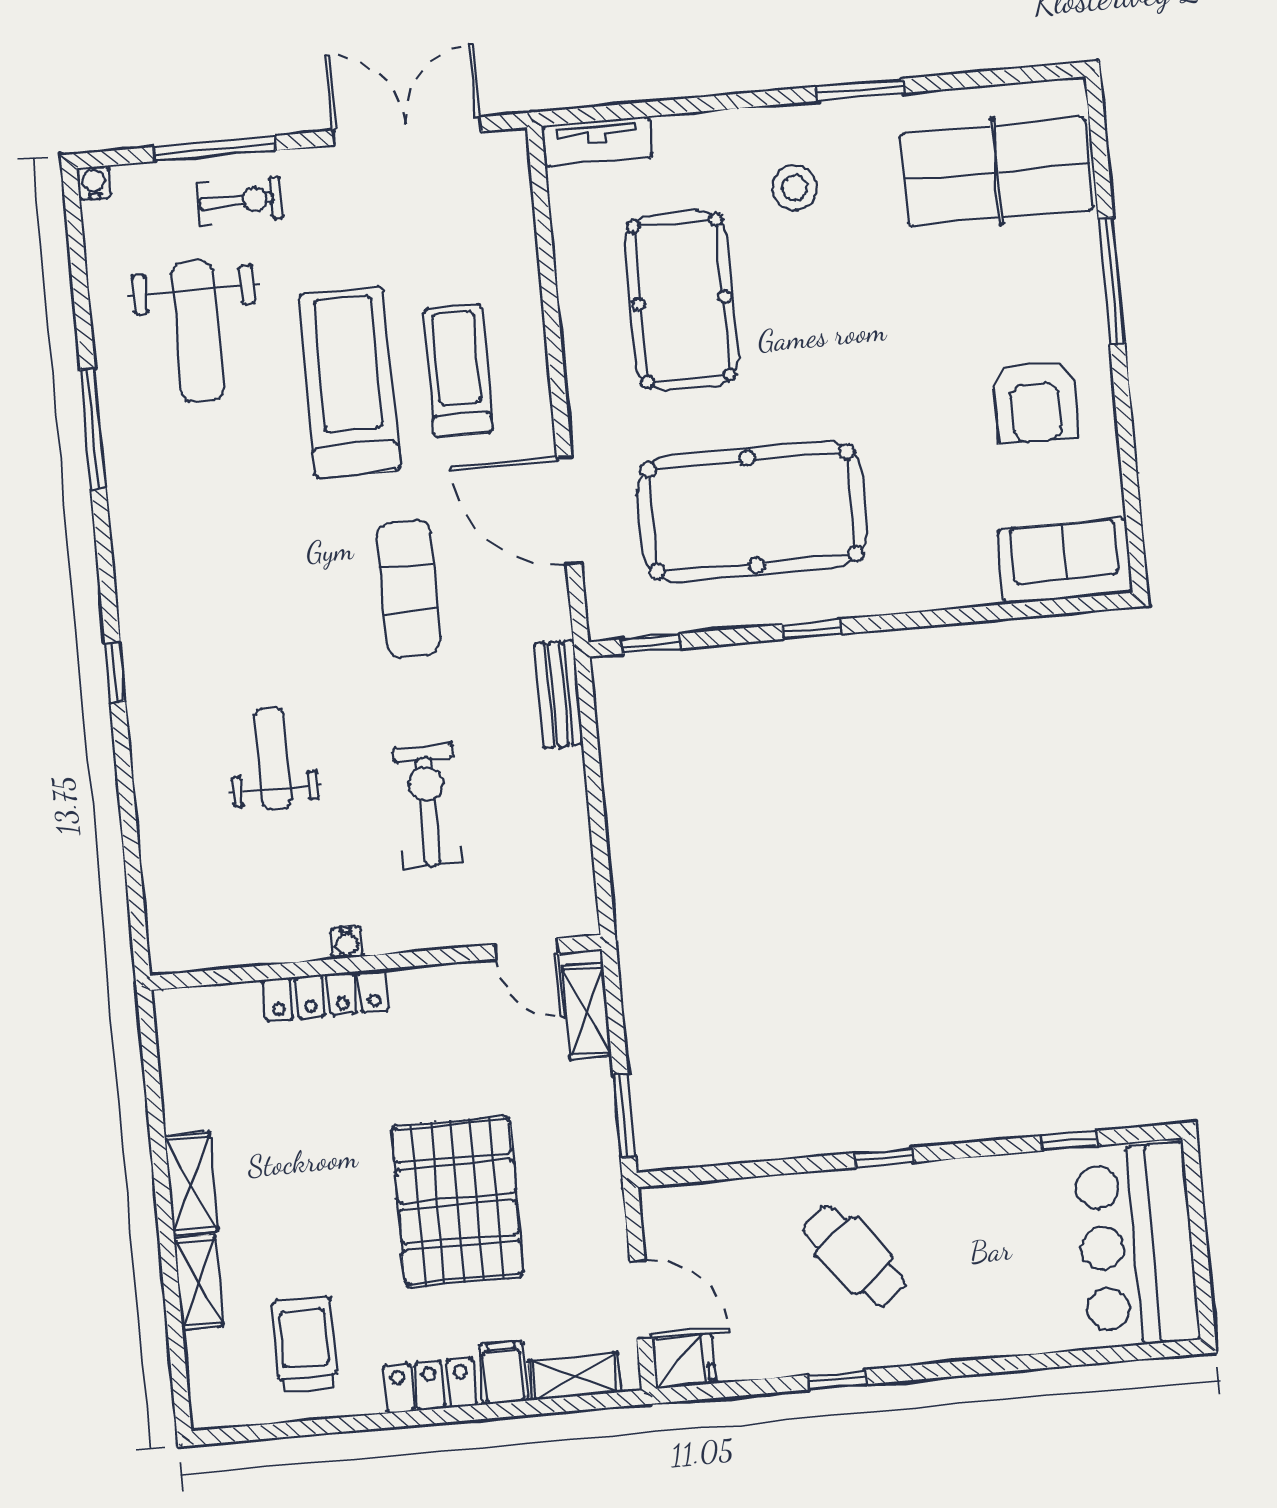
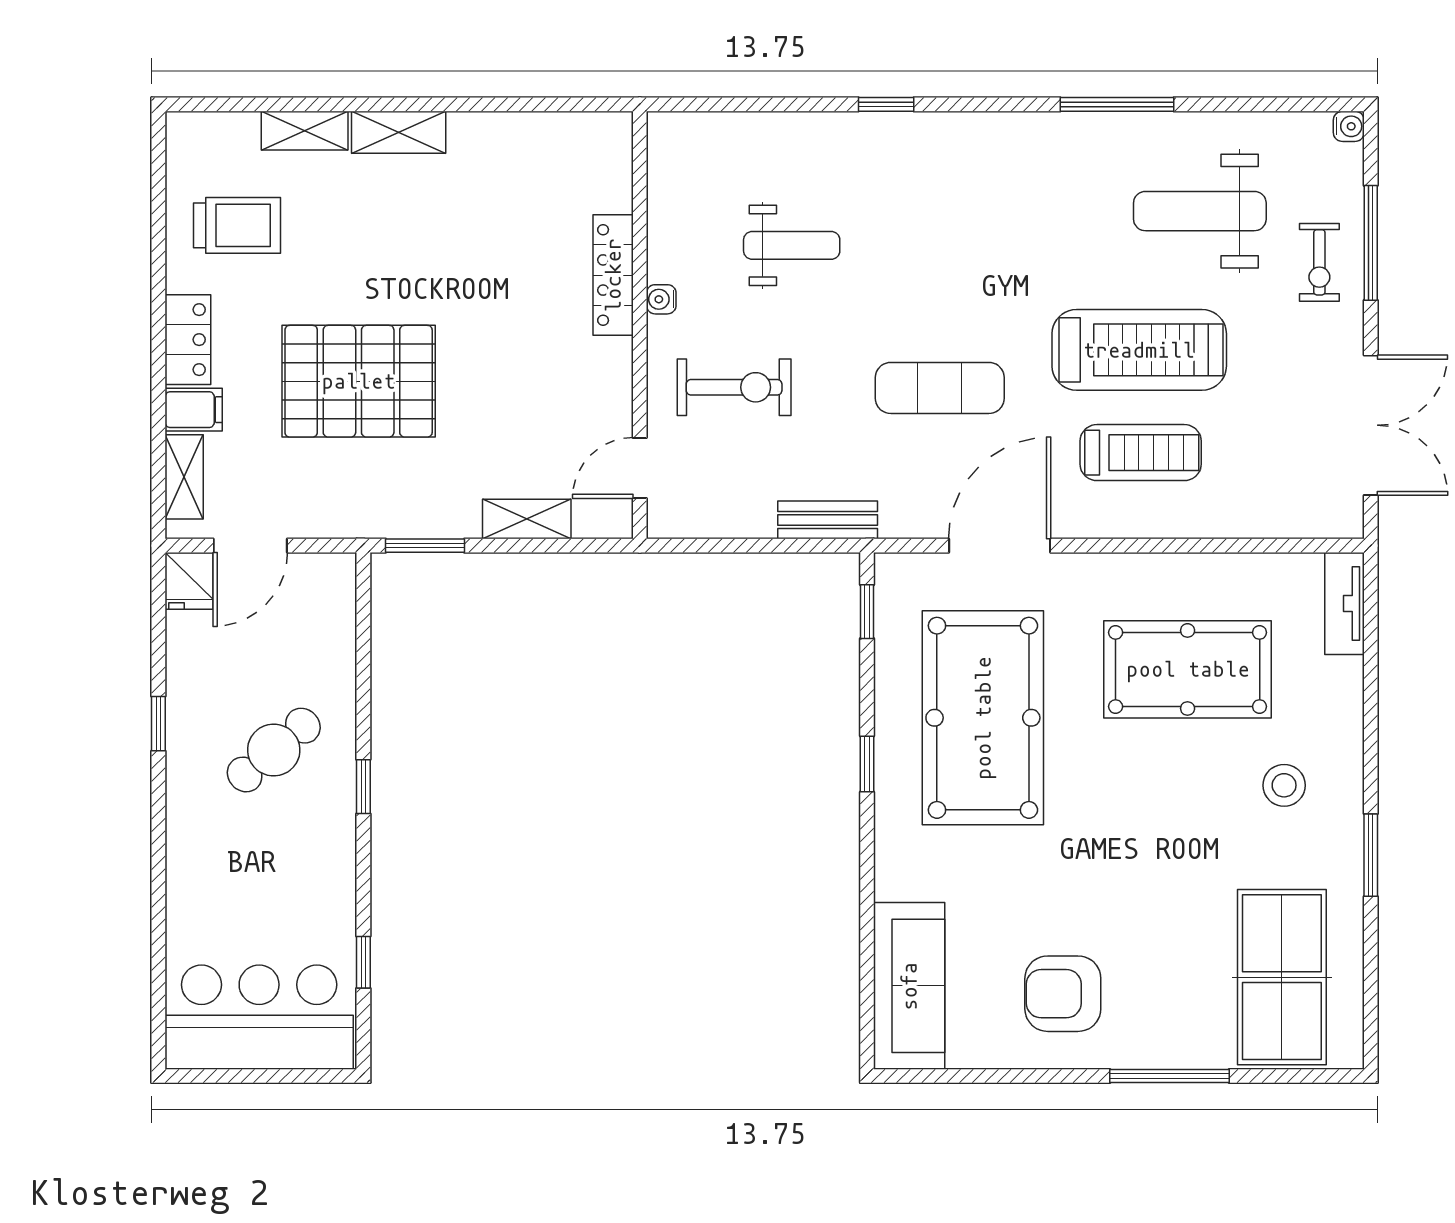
sofa: (1065, 561) -> (909, 986), width x1.36
water cooler: (347, 942) -> (661, 299), moved
door: (527, 949) -> (640, 468), moved
wall: (376, 962) -> (640, 325), moved
locker: (326, 995) -> (613, 275), moved

